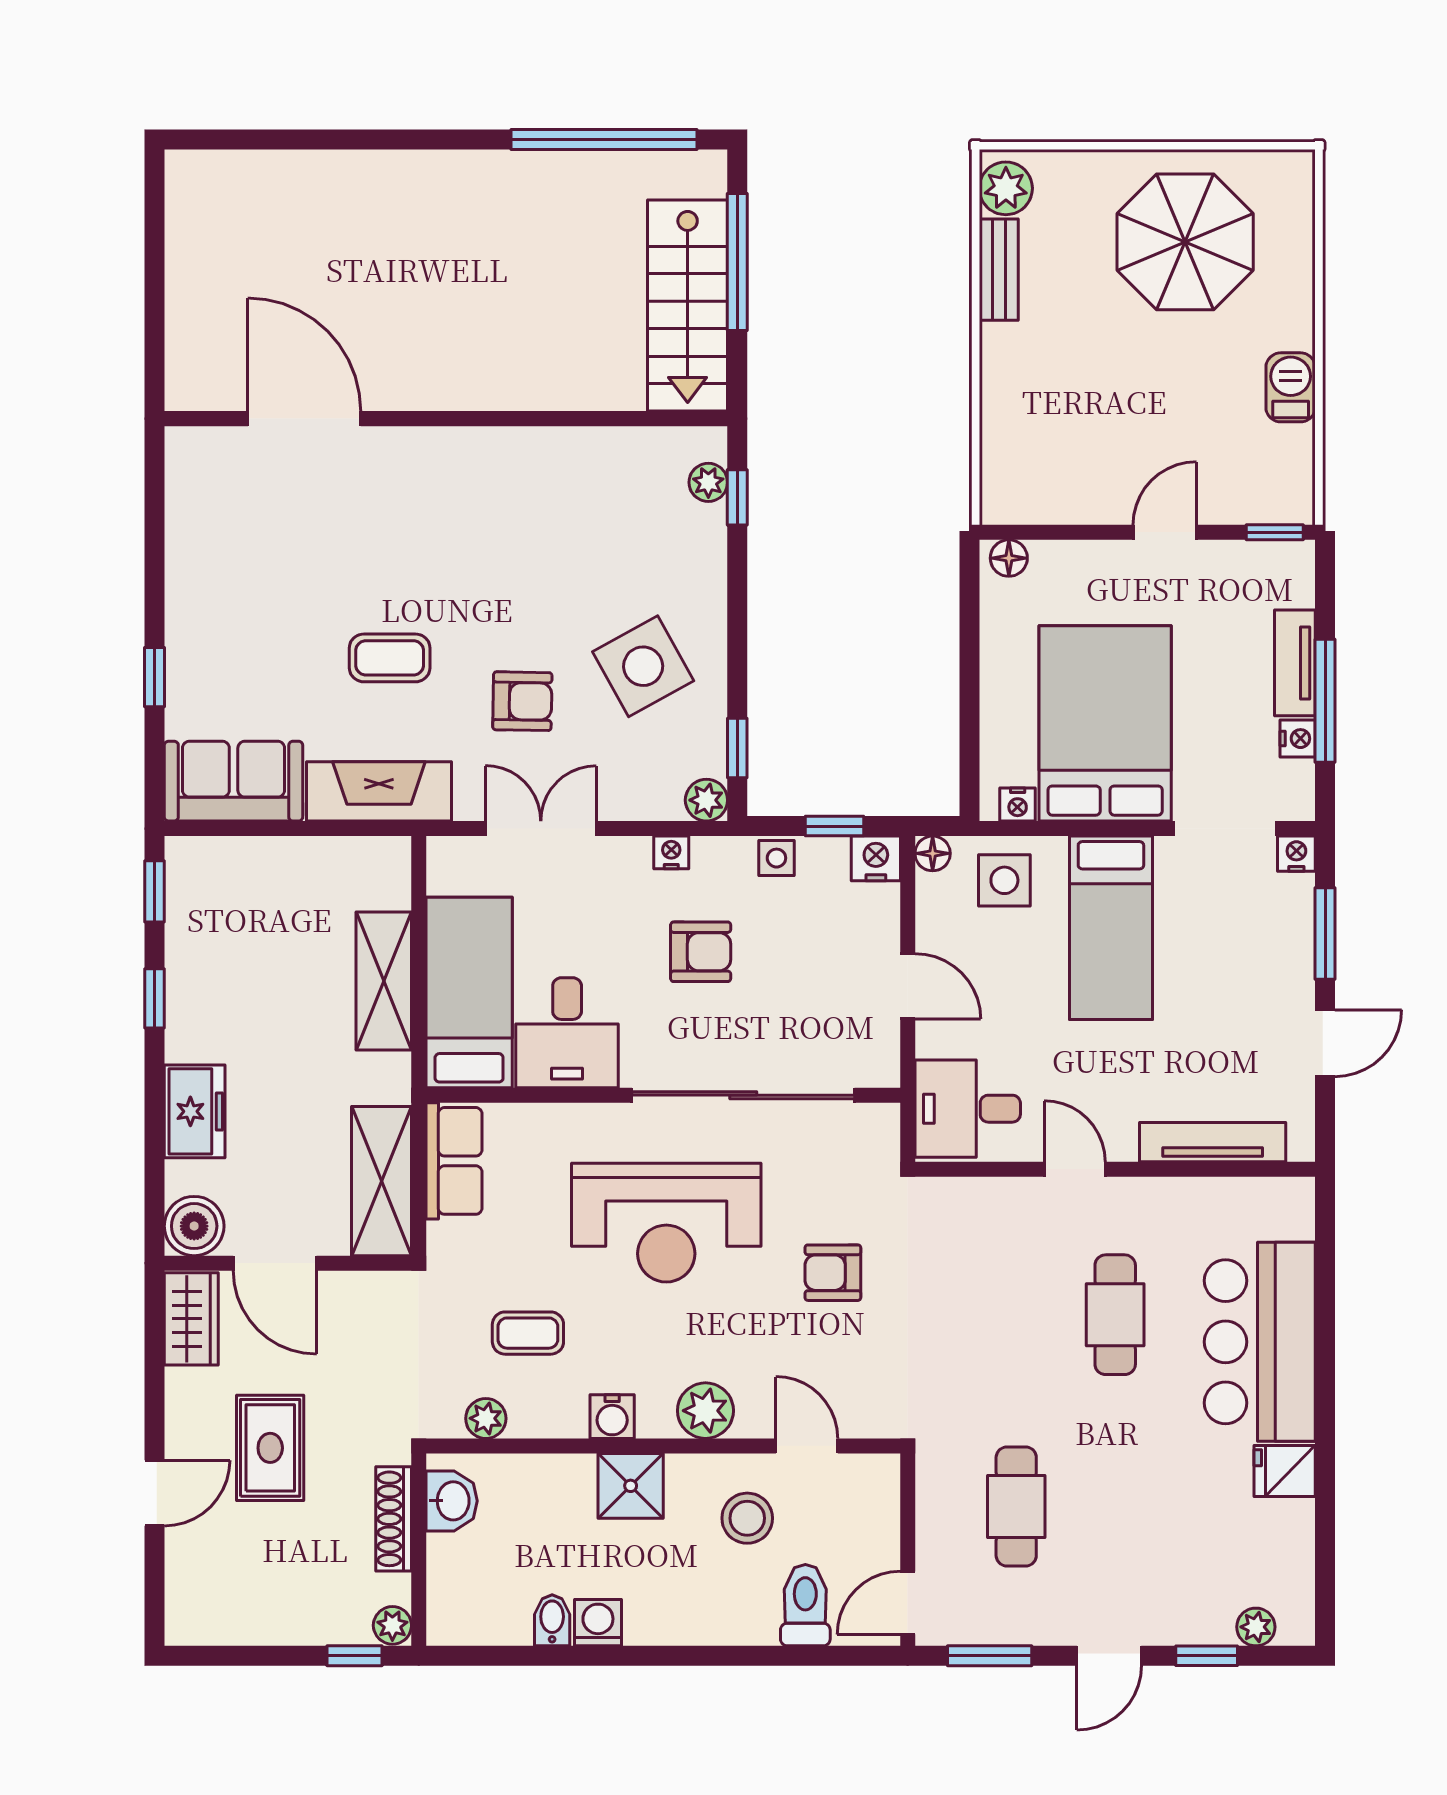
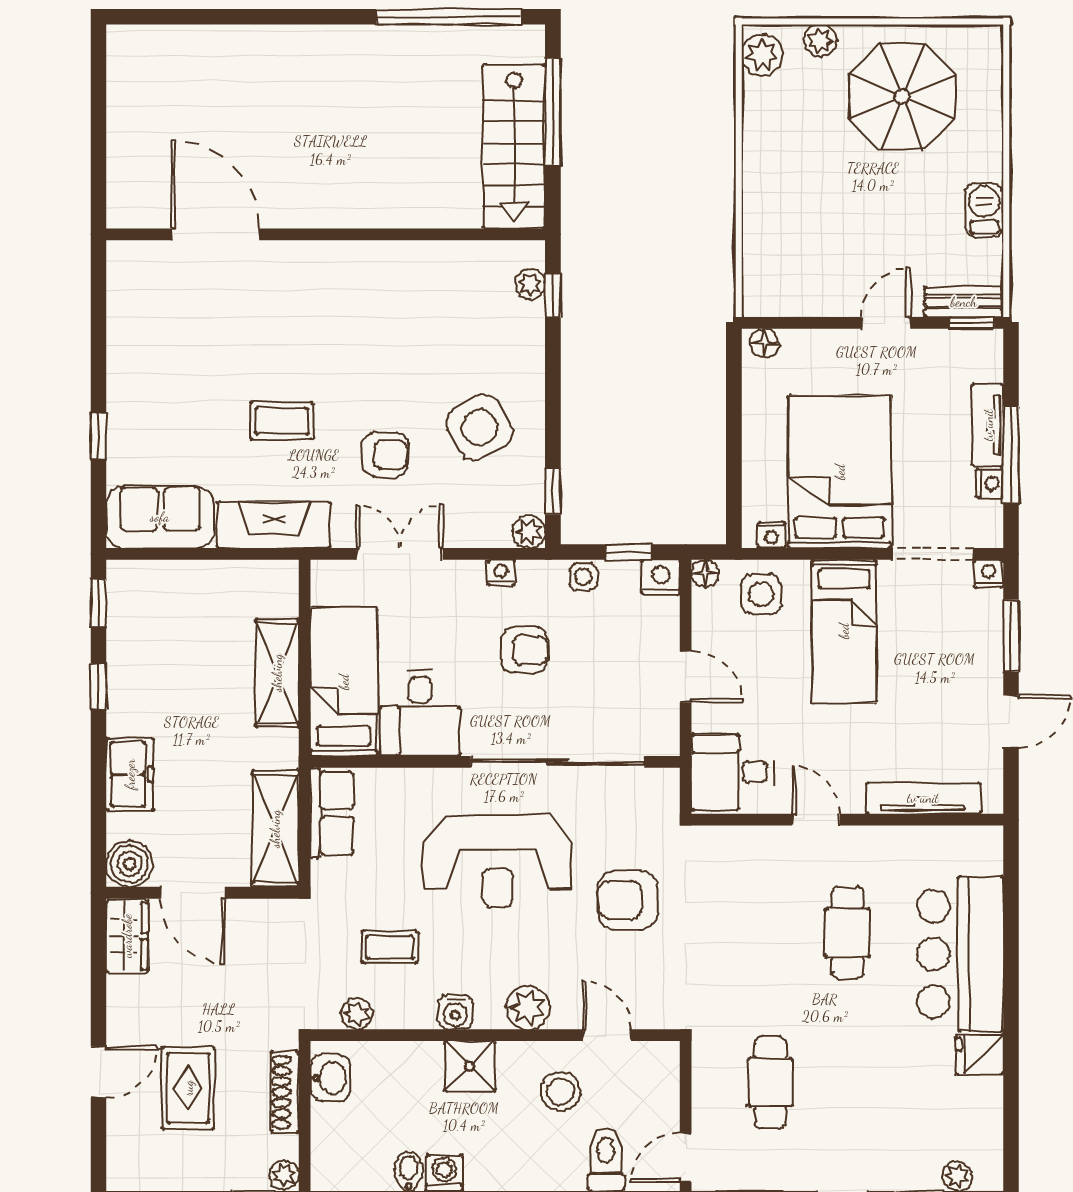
plant: (1080, 170) -> (820, 41), added
bench: (999, 270) -> (964, 302), moved, turned 90
armchair: (833, 1273) -> (627, 900), width x1.38, depth x1.38
rug: (270, 1448) -> (188, 1088), moved

